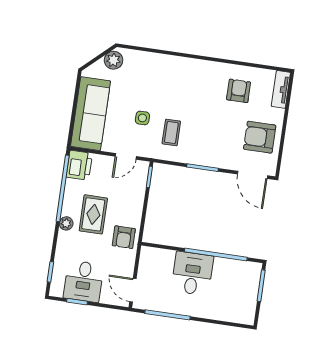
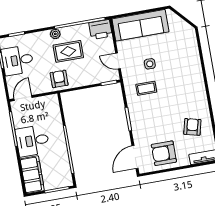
plant: (114, 60) -> (185, 29), removed
armchair: (239, 91) -> (192, 127), turned -76
armchair: (260, 137) -> (164, 153), turned -90
armchair: (124, 237) -> (59, 79), turned 90
desk: (192, 273) -> (33, 141), moved, turned 180
filing cabinet: (232, 310) -> (32, 175), added

